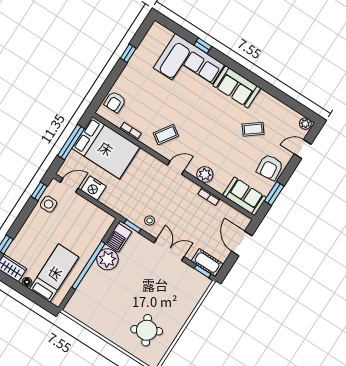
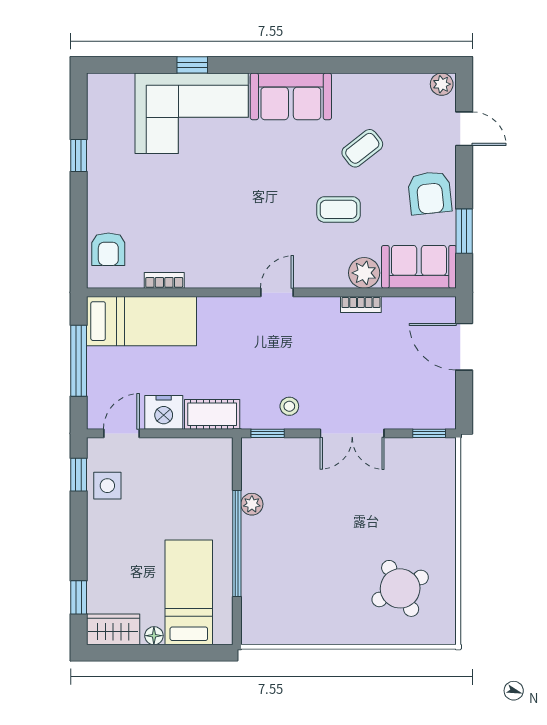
coffee table: (166, 135) -> (339, 209), moved, turned 56
bed: (106, 148) -> (141, 321), width x0.67
door: (303, 149) -> (464, 129), swing flipped
plant: (205, 174) -> (364, 273), moved
barbecue: (118, 238) -> (257, 467), removed
double door: (169, 250) -> (352, 433), swing flipped
plant: (107, 259) -> (252, 504), width x0.53, depth x0.53
cot: (207, 263) -> (212, 414), moved

